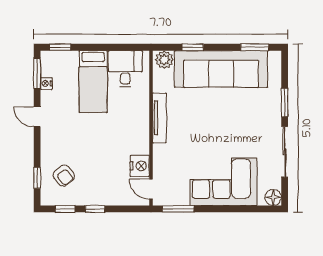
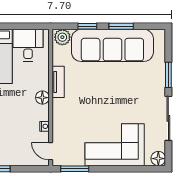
window: (255, 47) -> (121, 26), moved
tv unit: (159, 118) -> (58, 82), width x0.71
floor lamp: (142, 128) -> (42, 98), added
nightstand: (140, 166) -> (45, 126), width x0.53, depth x0.56

